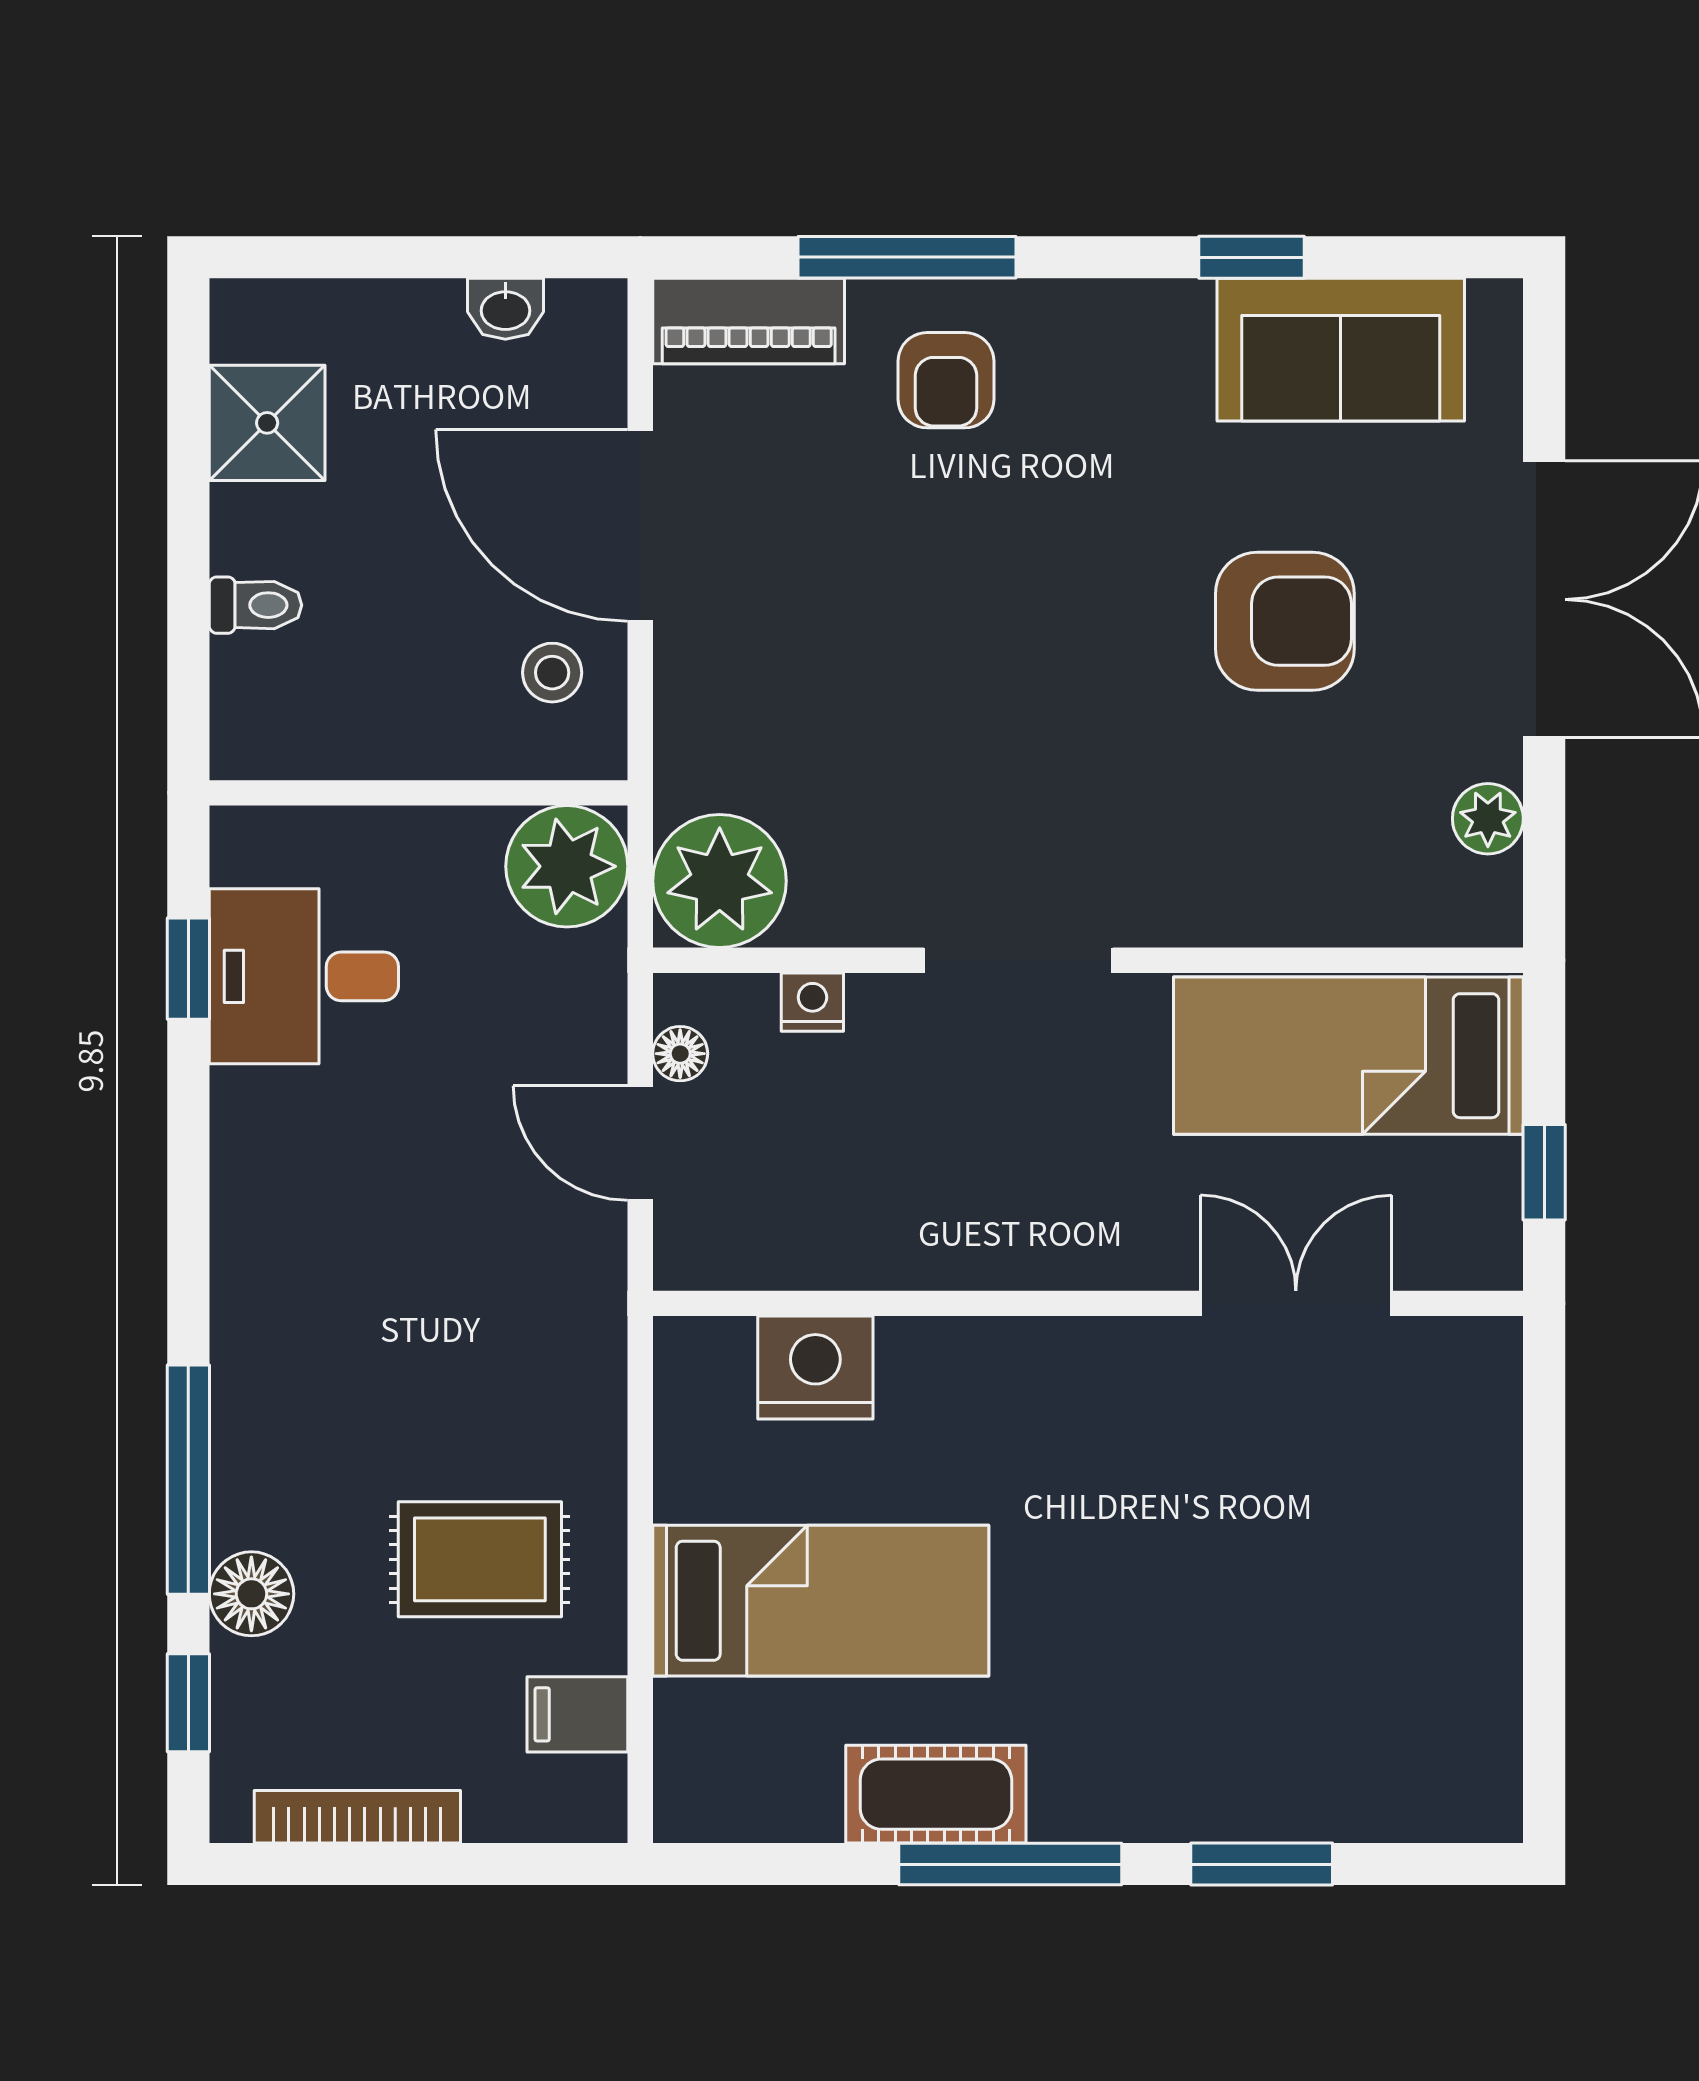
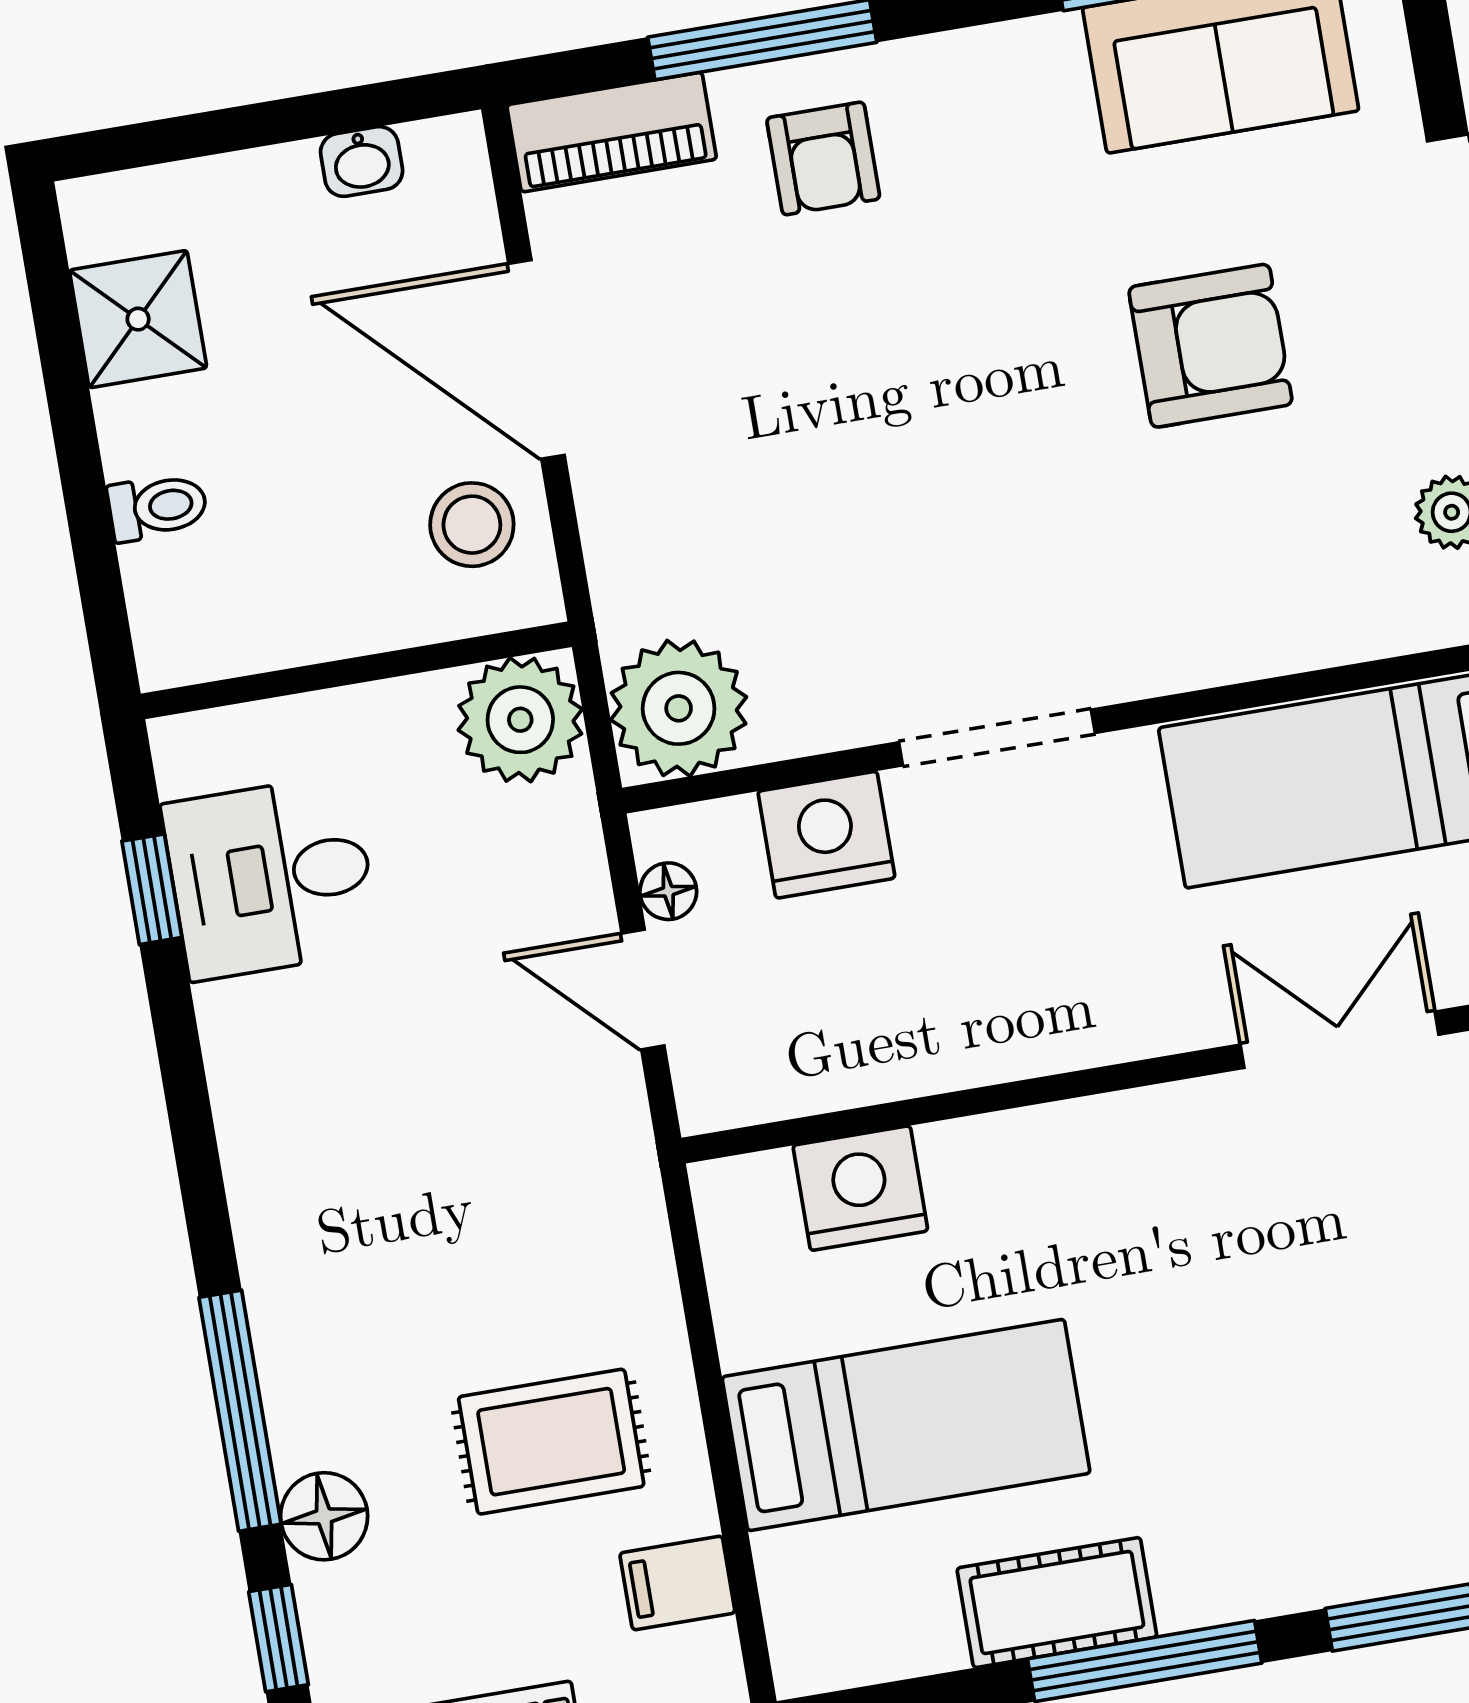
stool: (552, 673) -> (472, 525), width x1.37, depth x1.37
nightstand: (812, 1002) -> (826, 835), width x1.89, depth x1.79

